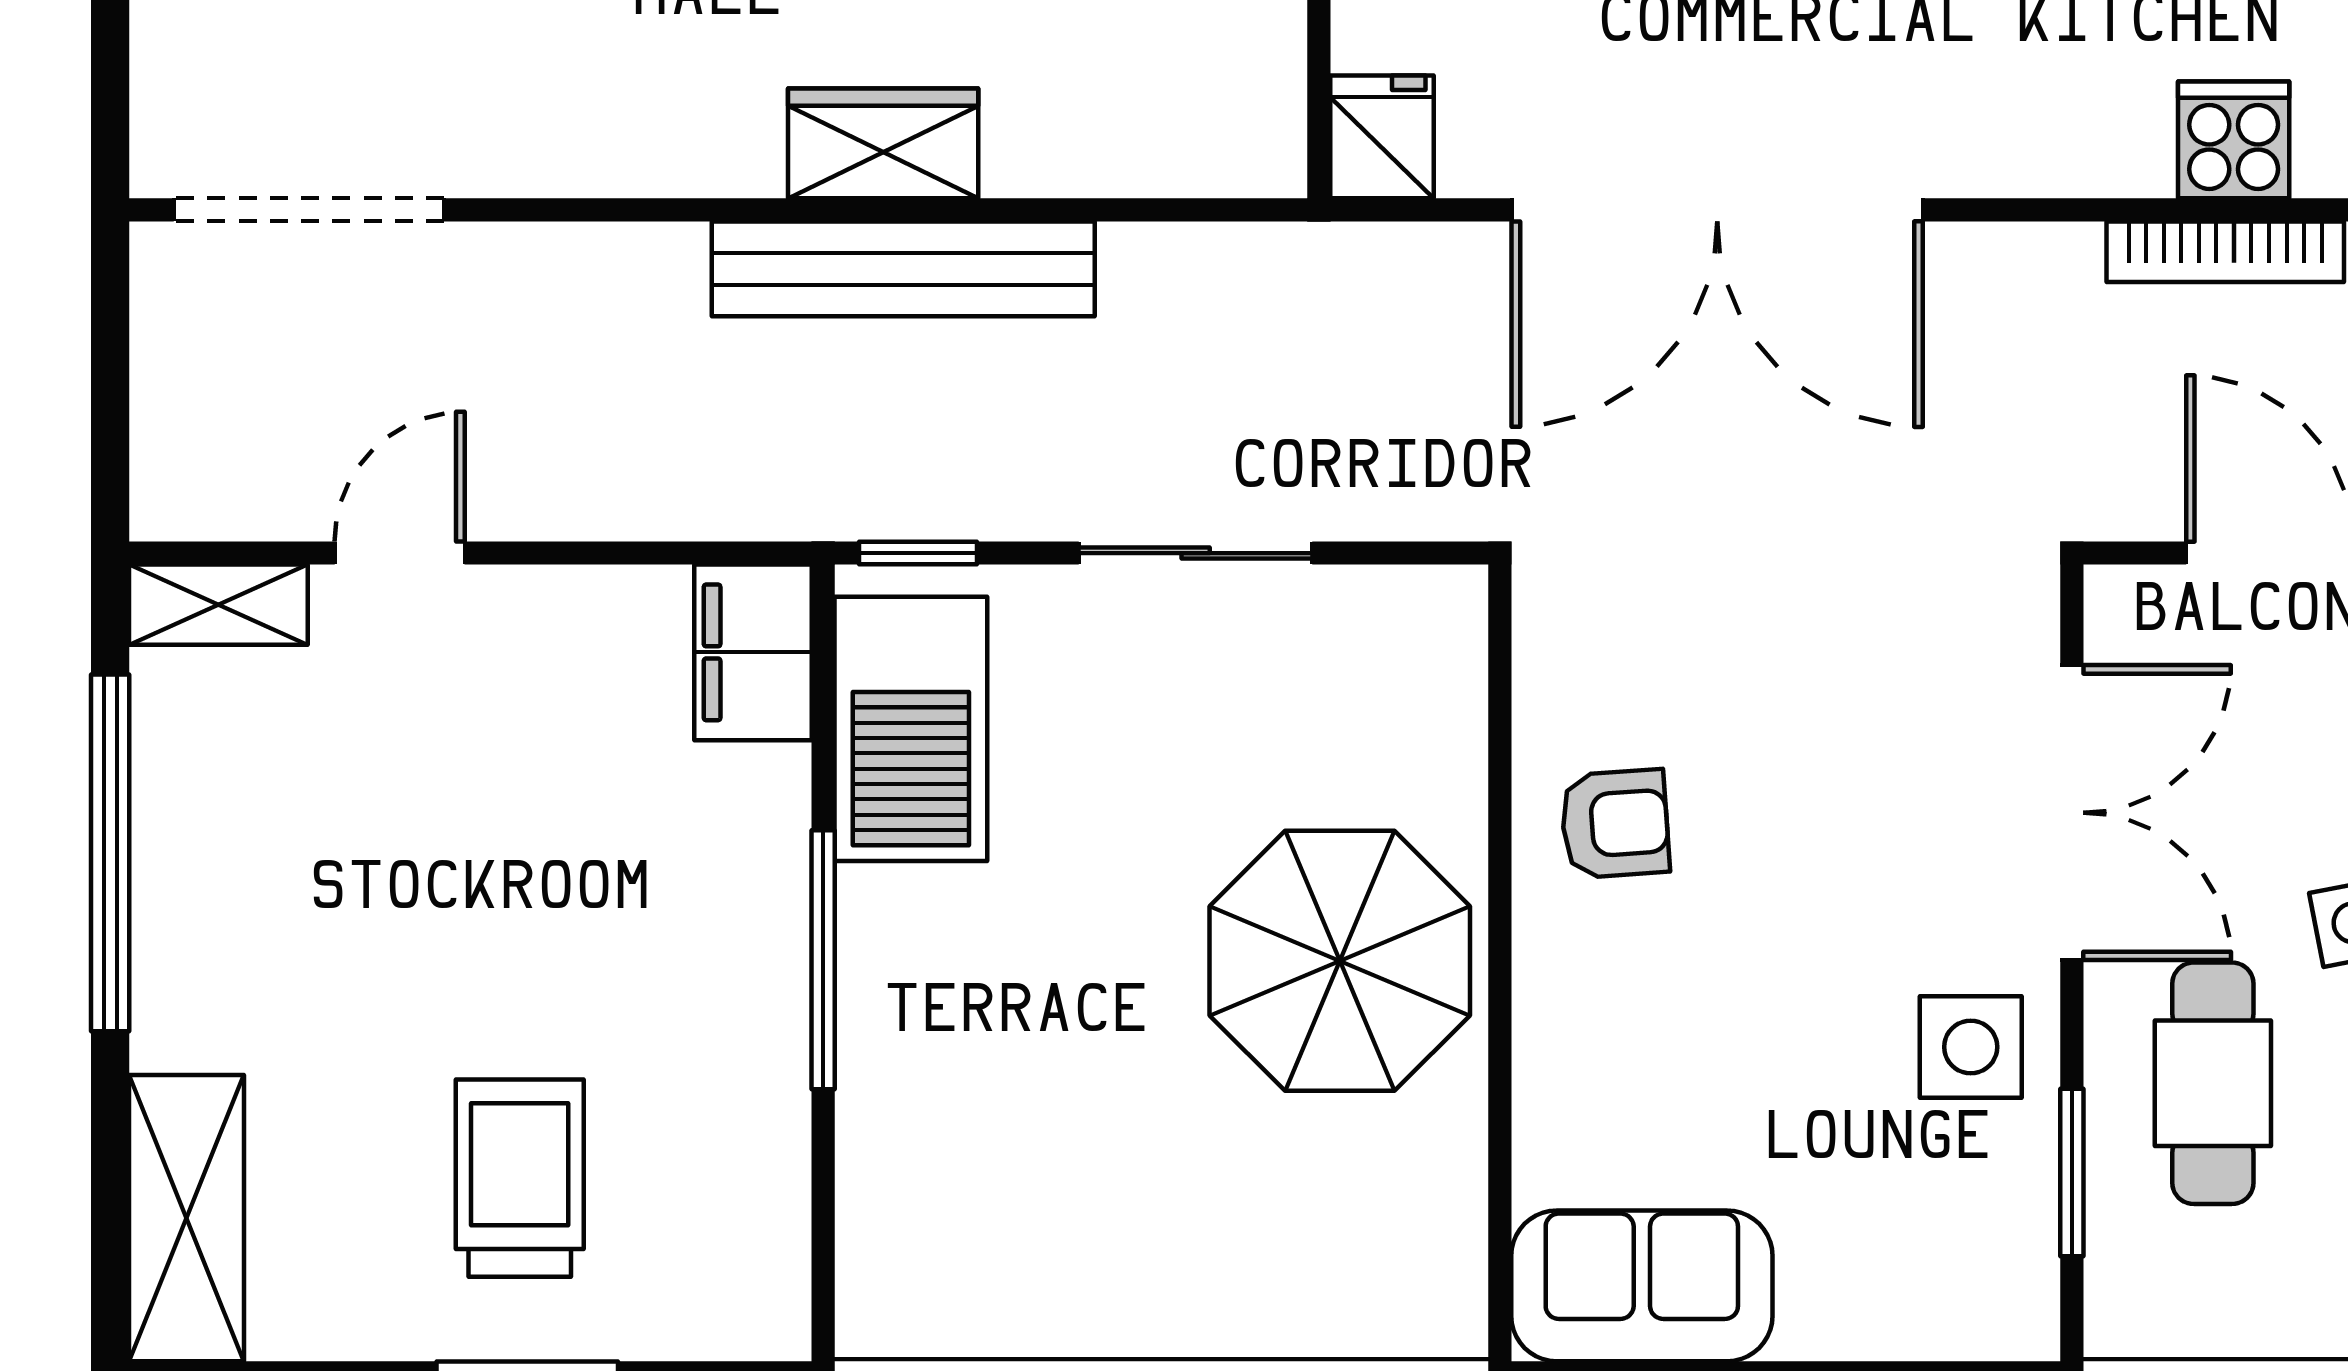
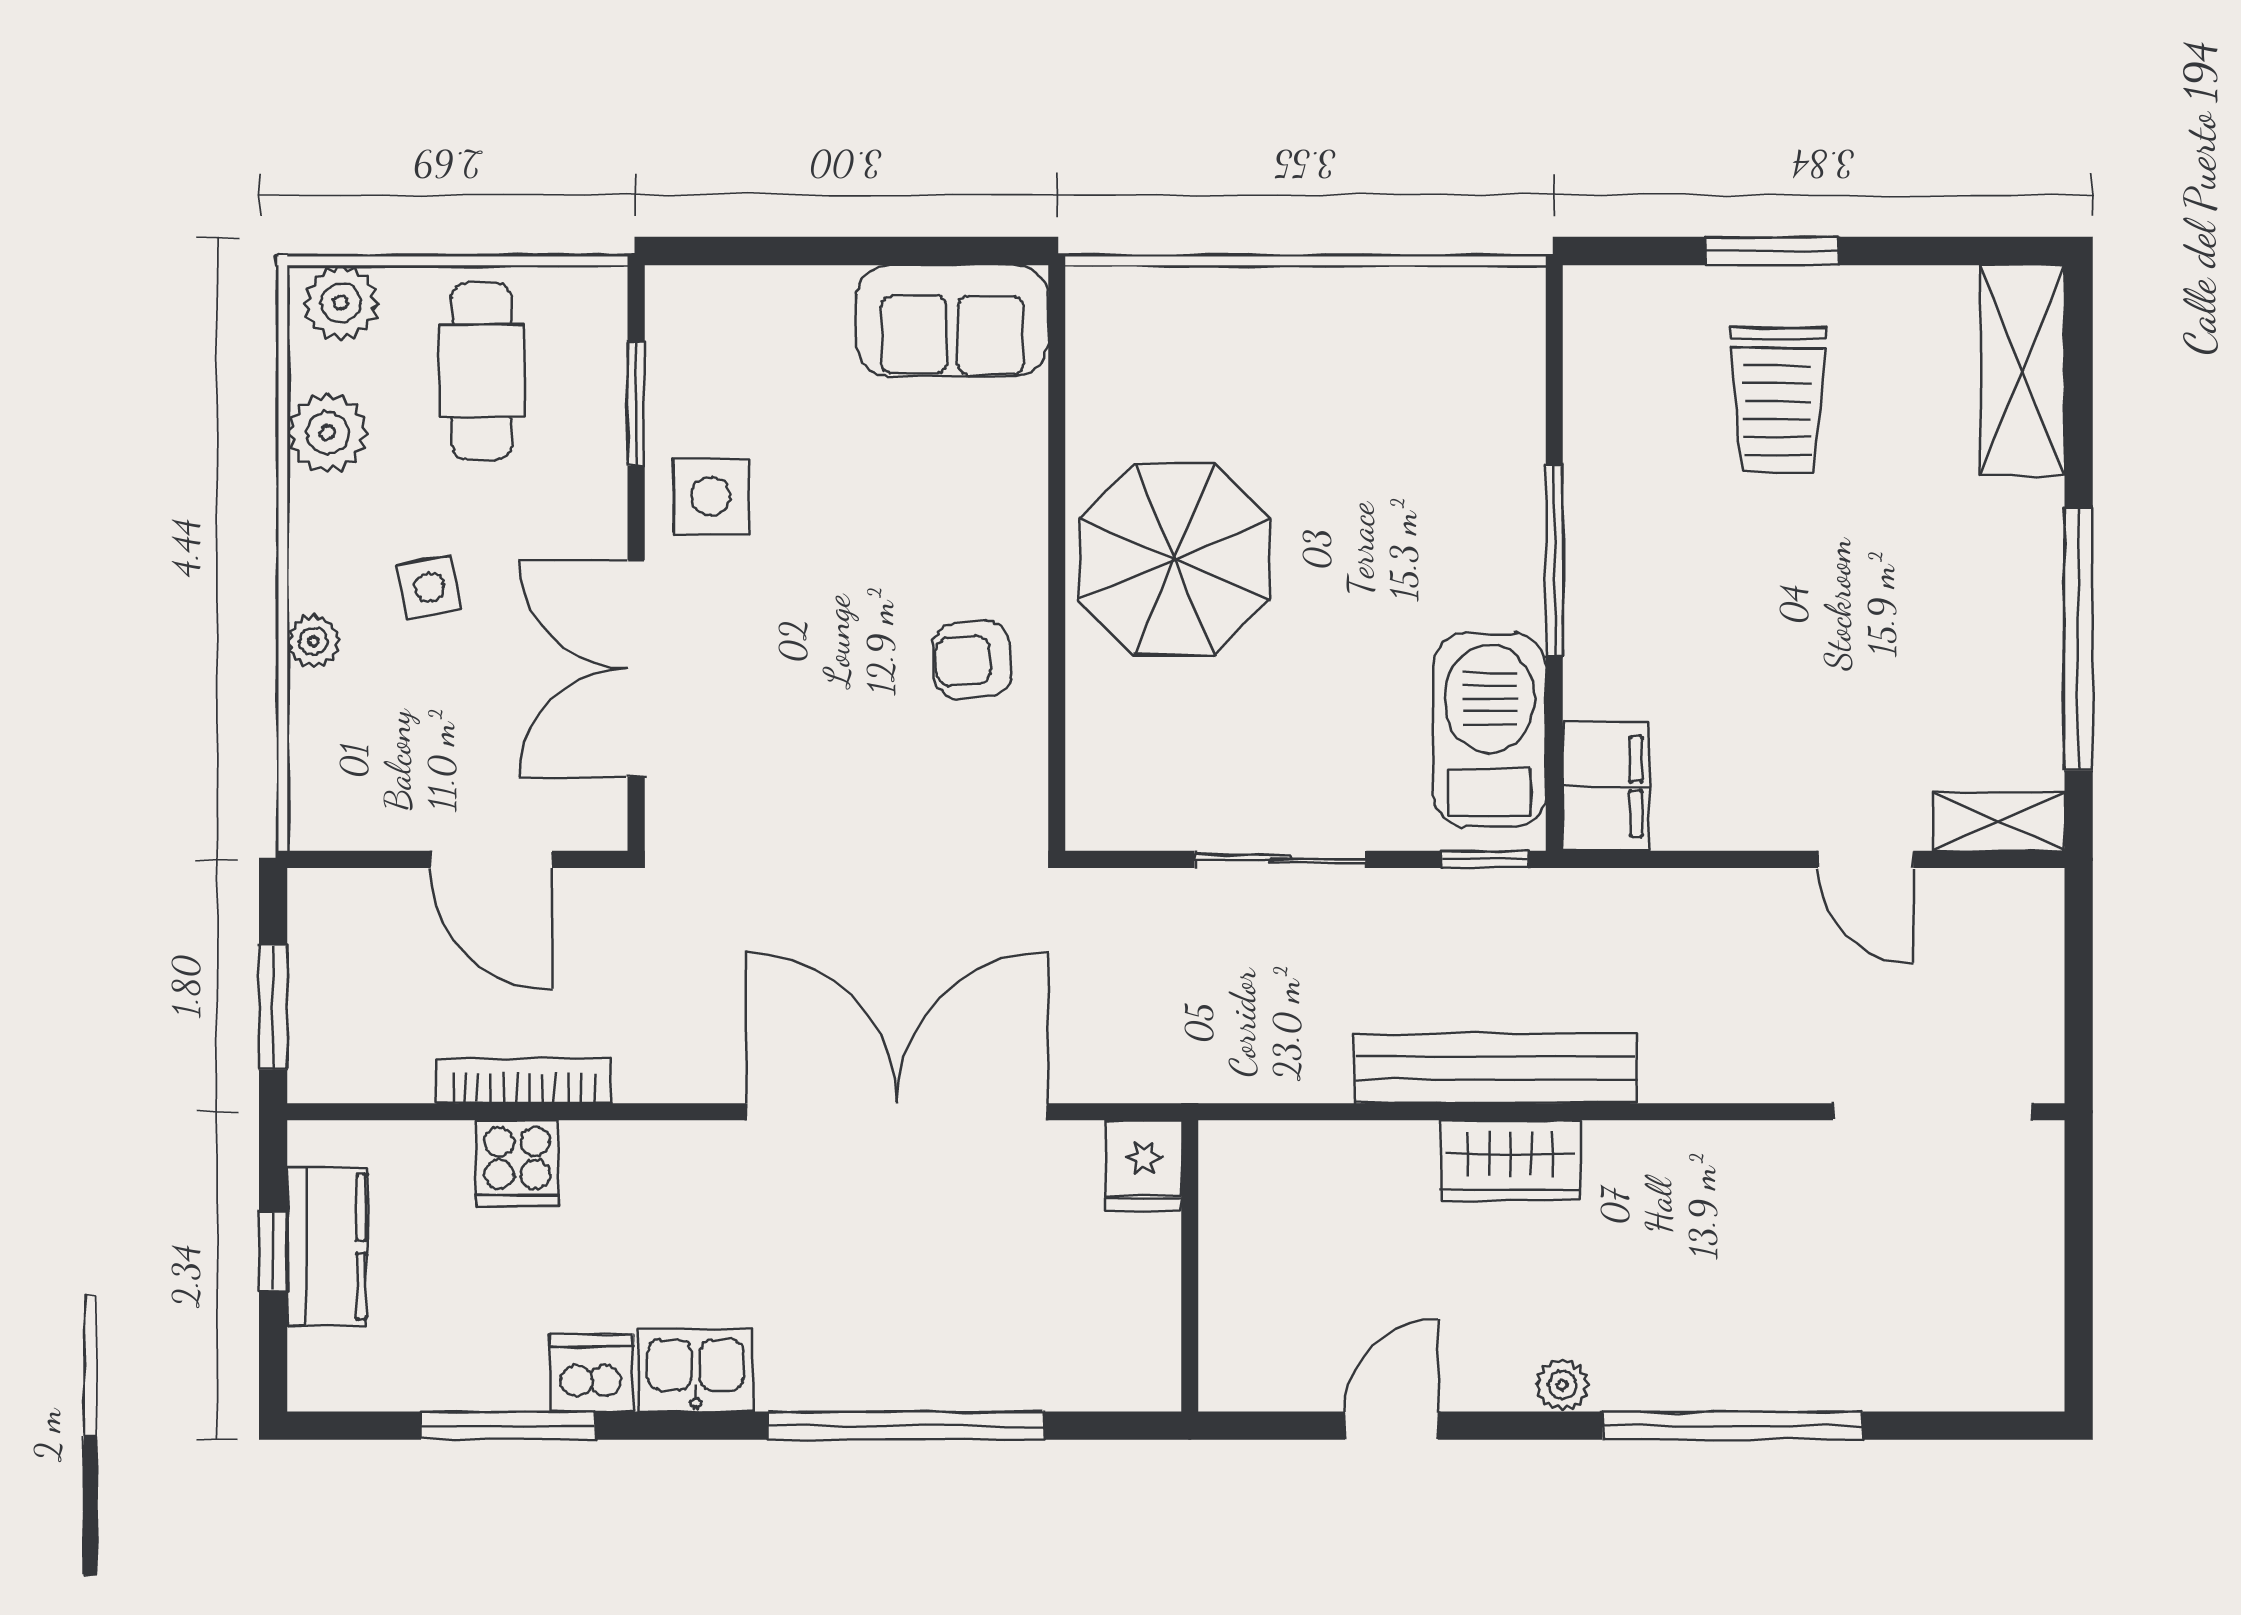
door: (400, 553) -> (1866, 859), hinge flipped
cafe table: (2213, 1083) -> (482, 371), moved

